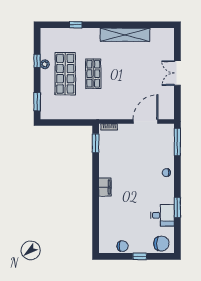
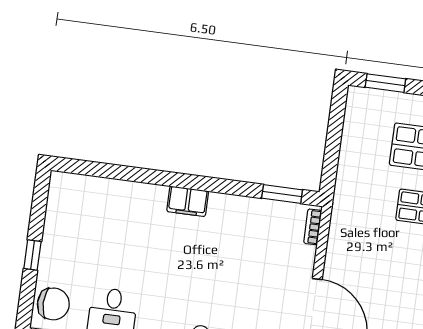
chair: (161, 244) -> (53, 304), turned -90
chair: (123, 246) -> (59, 222), removed

